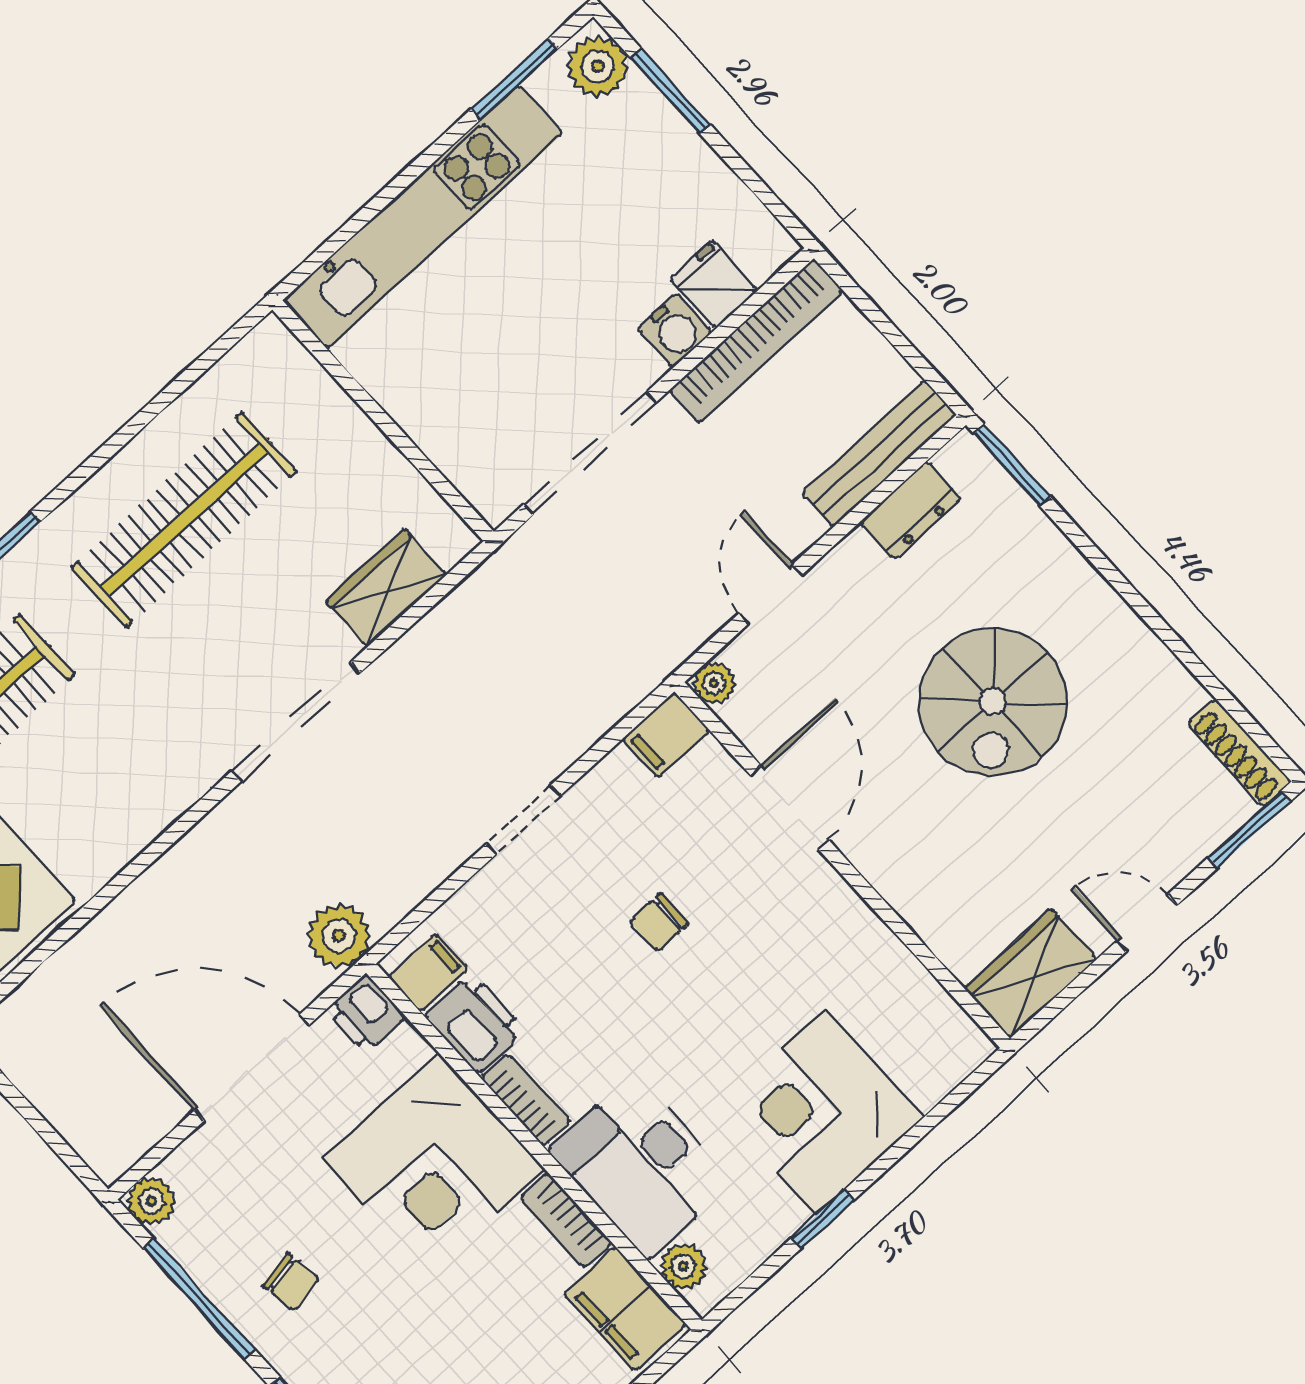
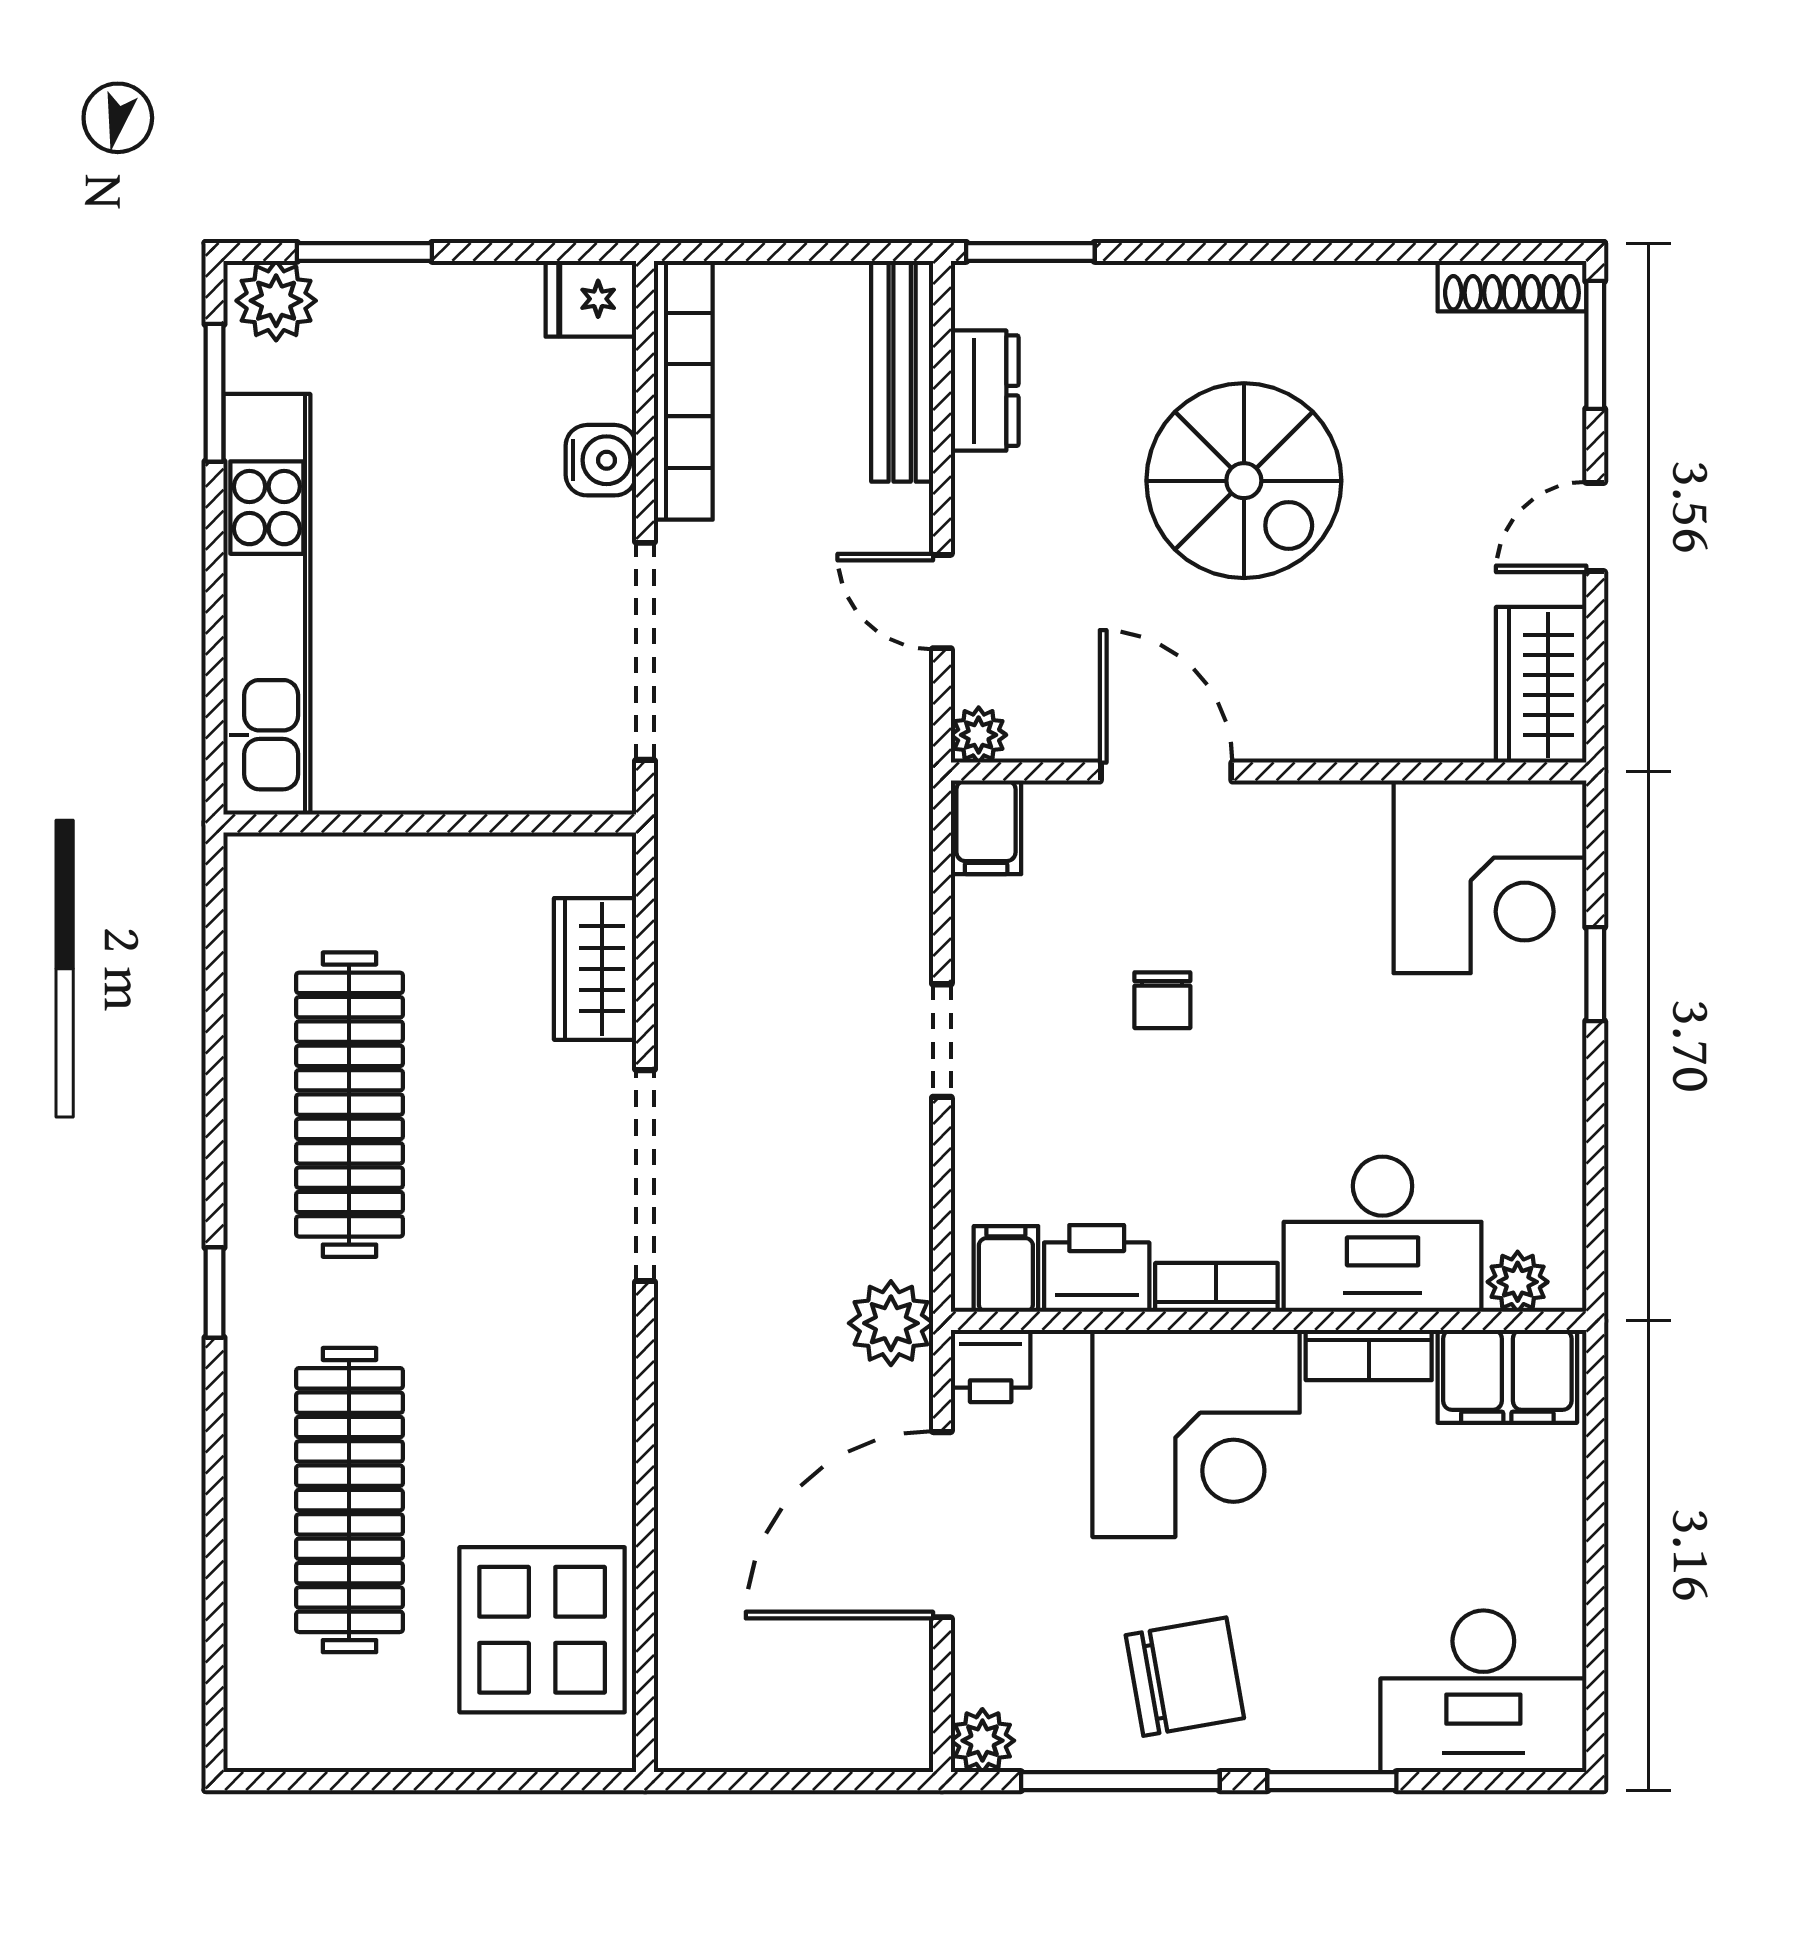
fridge: (714, 284) -> (591, 299), moved
corner desk: (821, 1112) -> (1490, 877), moved, turned -90
window: (822, 1219) -> (1595, 974), moved
chair: (291, 1282) -> (1185, 1677), width x1.87, depth x1.87

